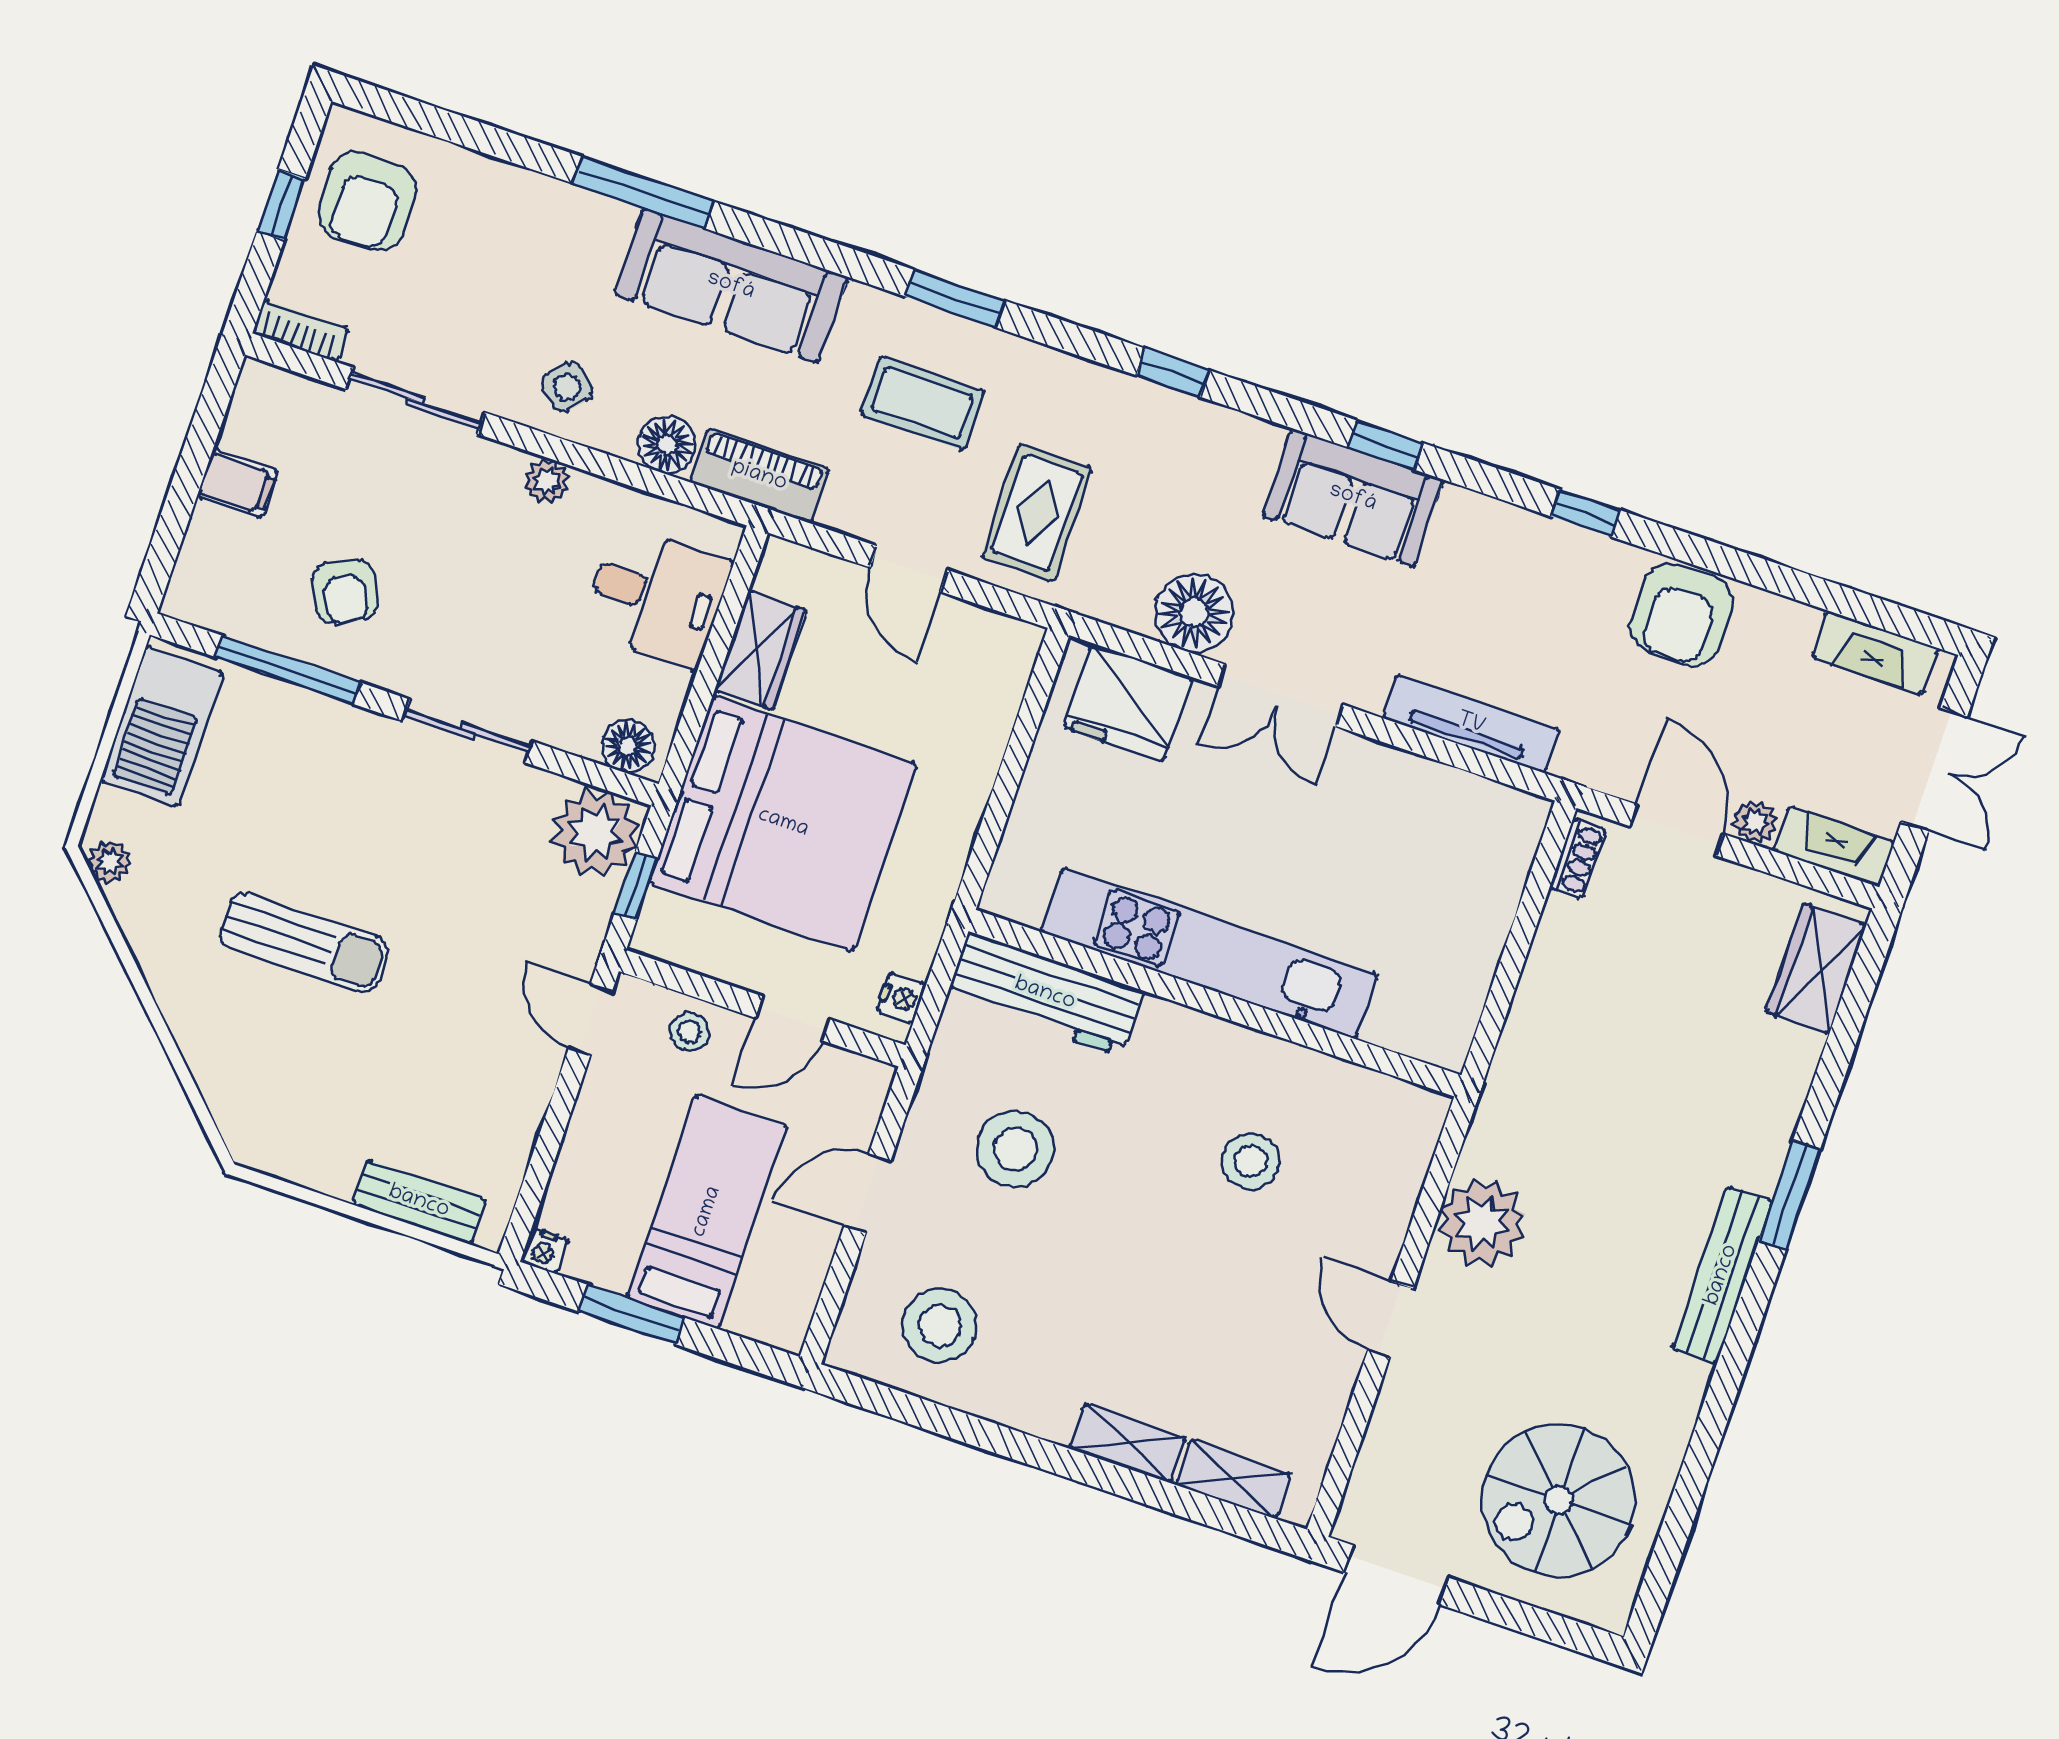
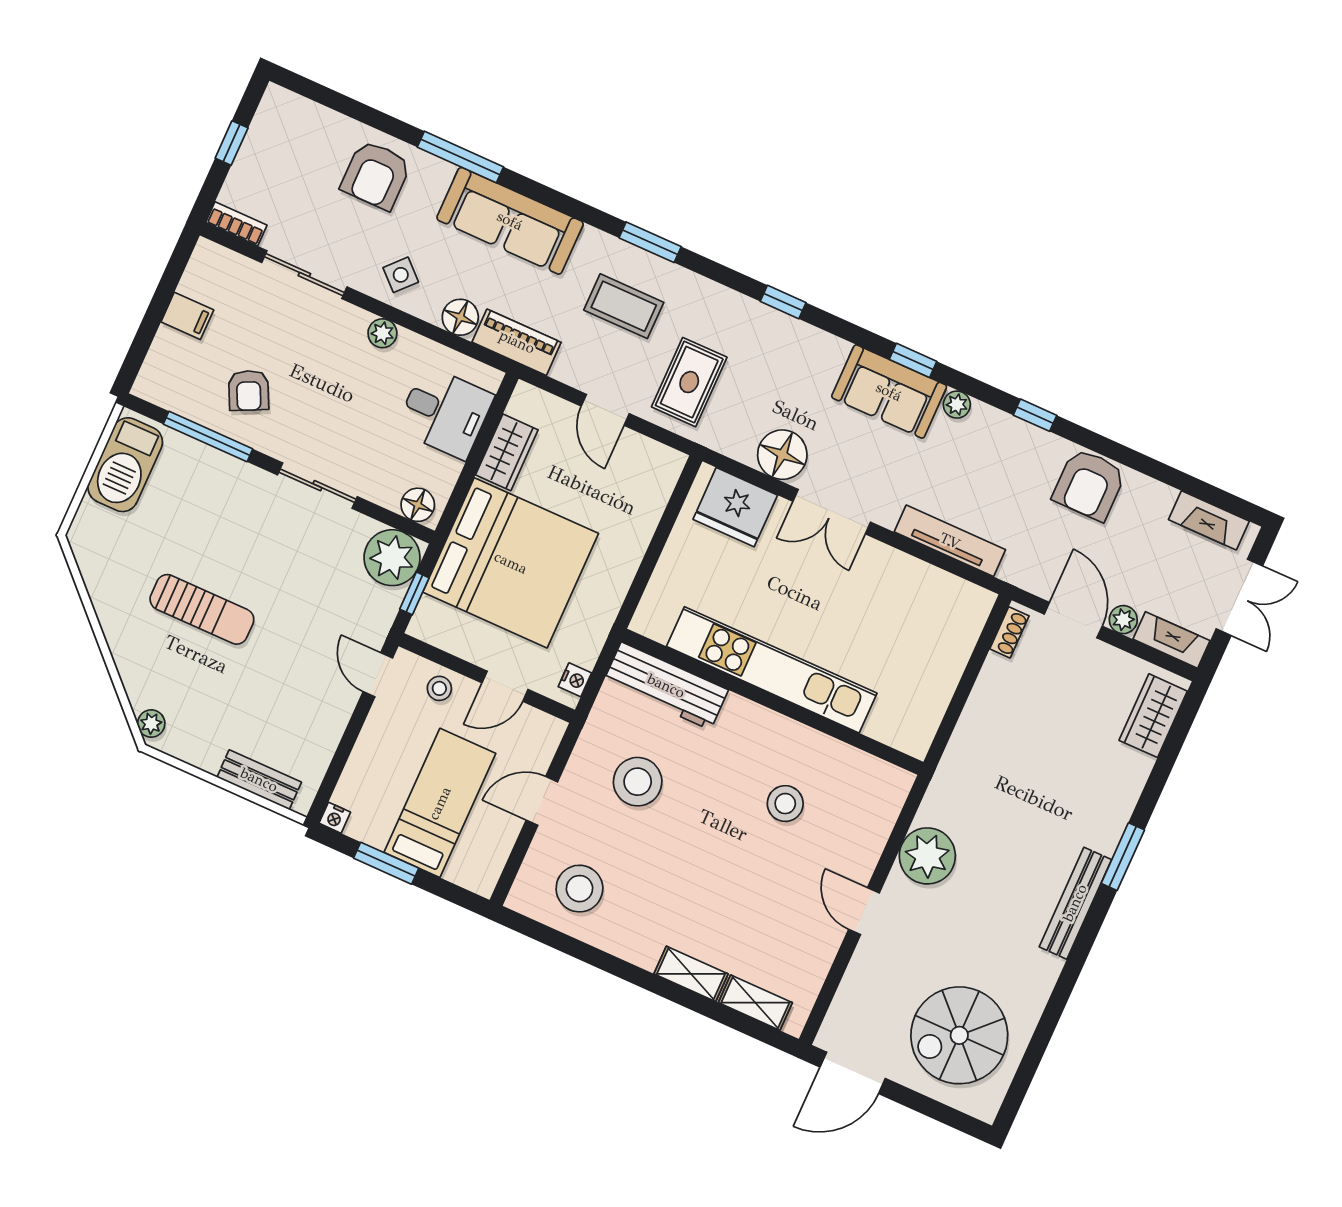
armchair: (367, 201) -> (376, 175), moved
plant: (1461, 508) -> (957, 405), added
plant: (109, 862) -> (151, 724), moved

